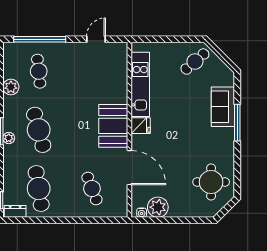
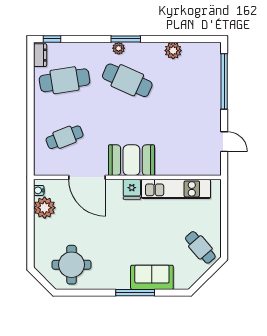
cafe table: (39, 71) -> (190, 80), removed
cafe table: (39, 130) -> (127, 80), turned 39
door: (129, 168) -> (87, 177), hinge flipped

